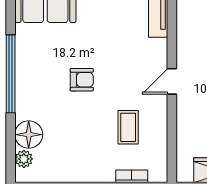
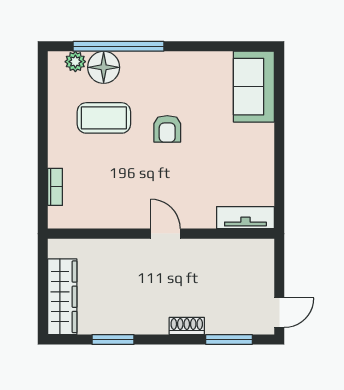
window: (11, 74) -> (118, 46), moved
coffee table: (128, 127) -> (104, 118), moved, width x1.36, depth x1.30

